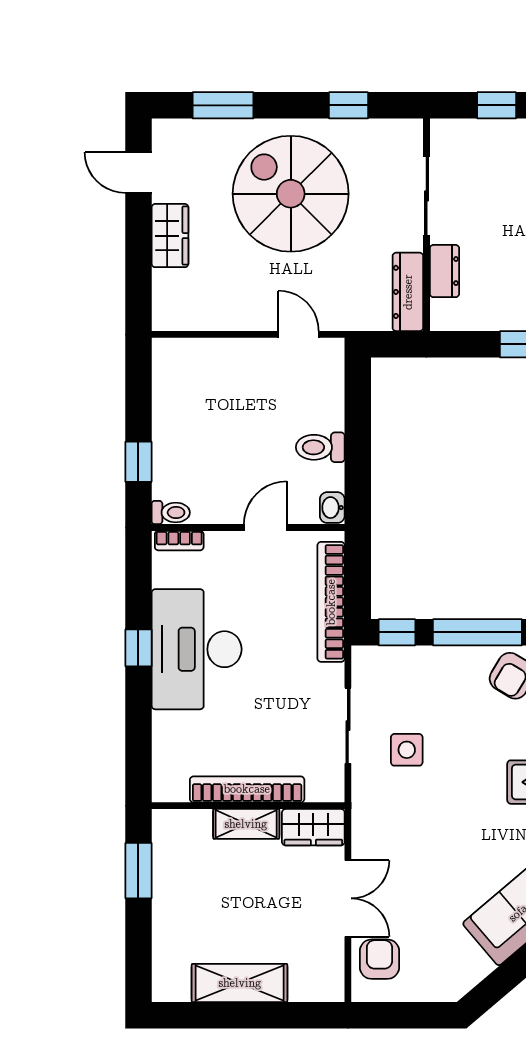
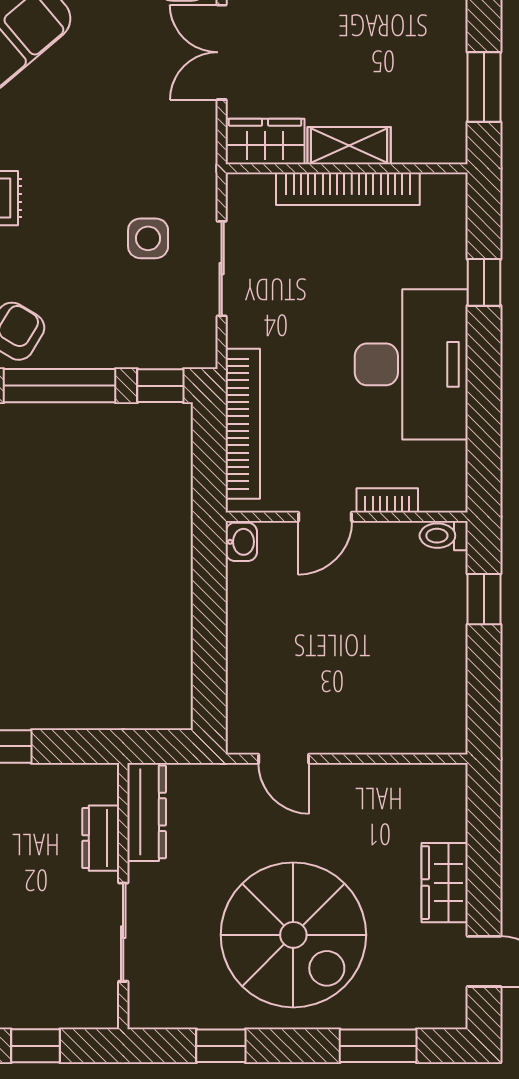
toilet: (320, 447) -> (256, 617), removed
bookcase: (179, 541) -> (387, 500), moved
window: (138, 648) -> (484, 282), moved

